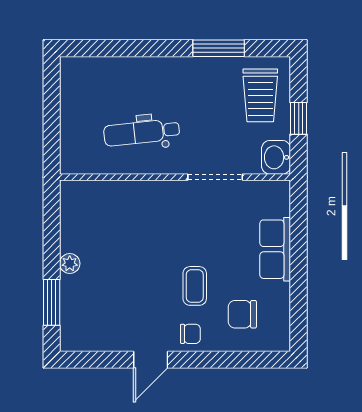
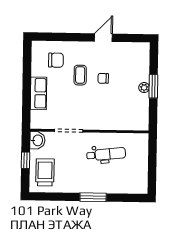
window: (219, 48) -> (93, 197), moved
window: (52, 302) -> (153, 86), moved
chair: (190, 334) -> (103, 78), moved

